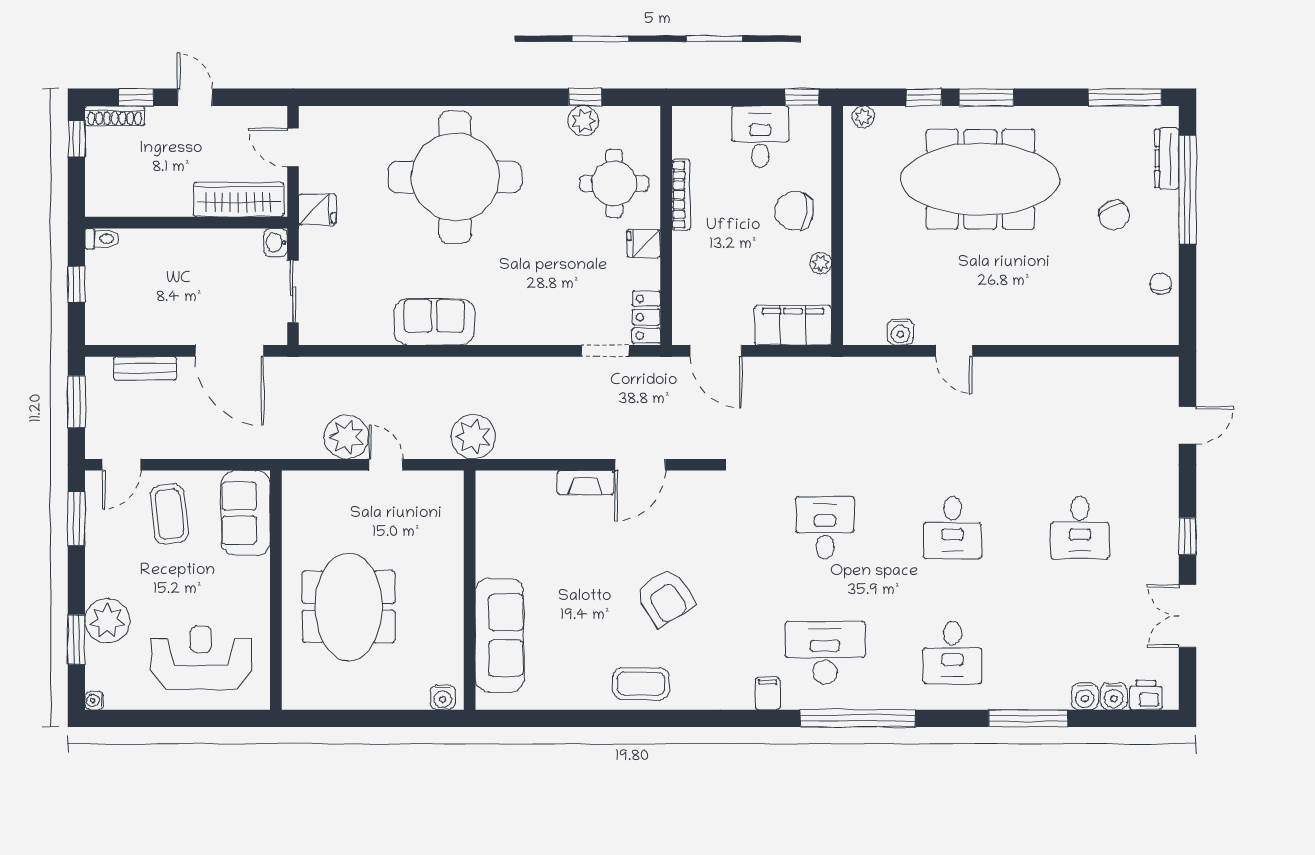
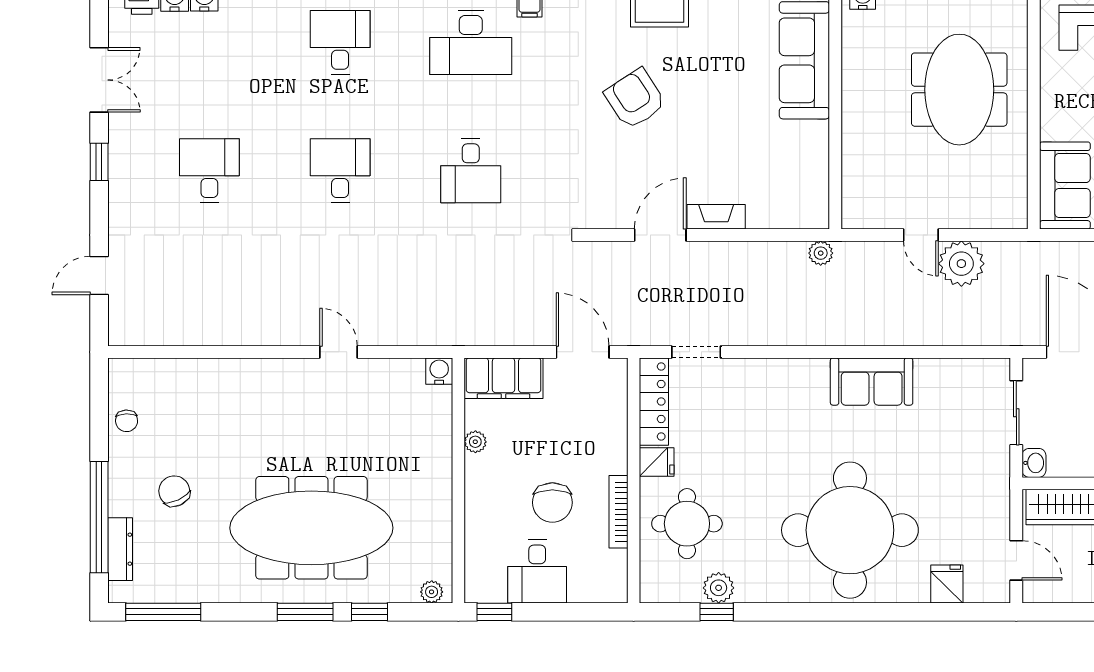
fridge: (317, 210) -> (947, 584), moved, turned 90
chair: (794, 211) -> (552, 503), moved, turned 82
locker: (646, 317) -> (654, 402), width x1.53
water cooler: (900, 332) -> (439, 371), moved
plant: (473, 437) -> (821, 253), width x0.53, depth x0.53

